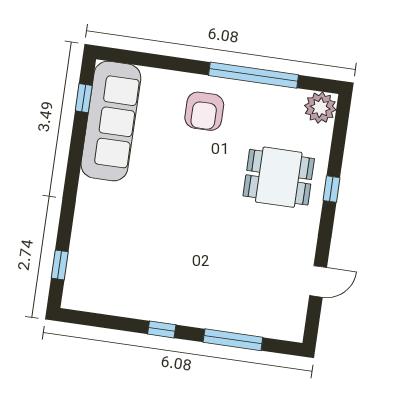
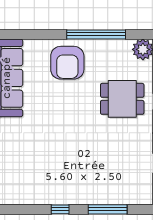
armchair: (204, 111) -> (67, 63), width x1.36, depth x1.36

